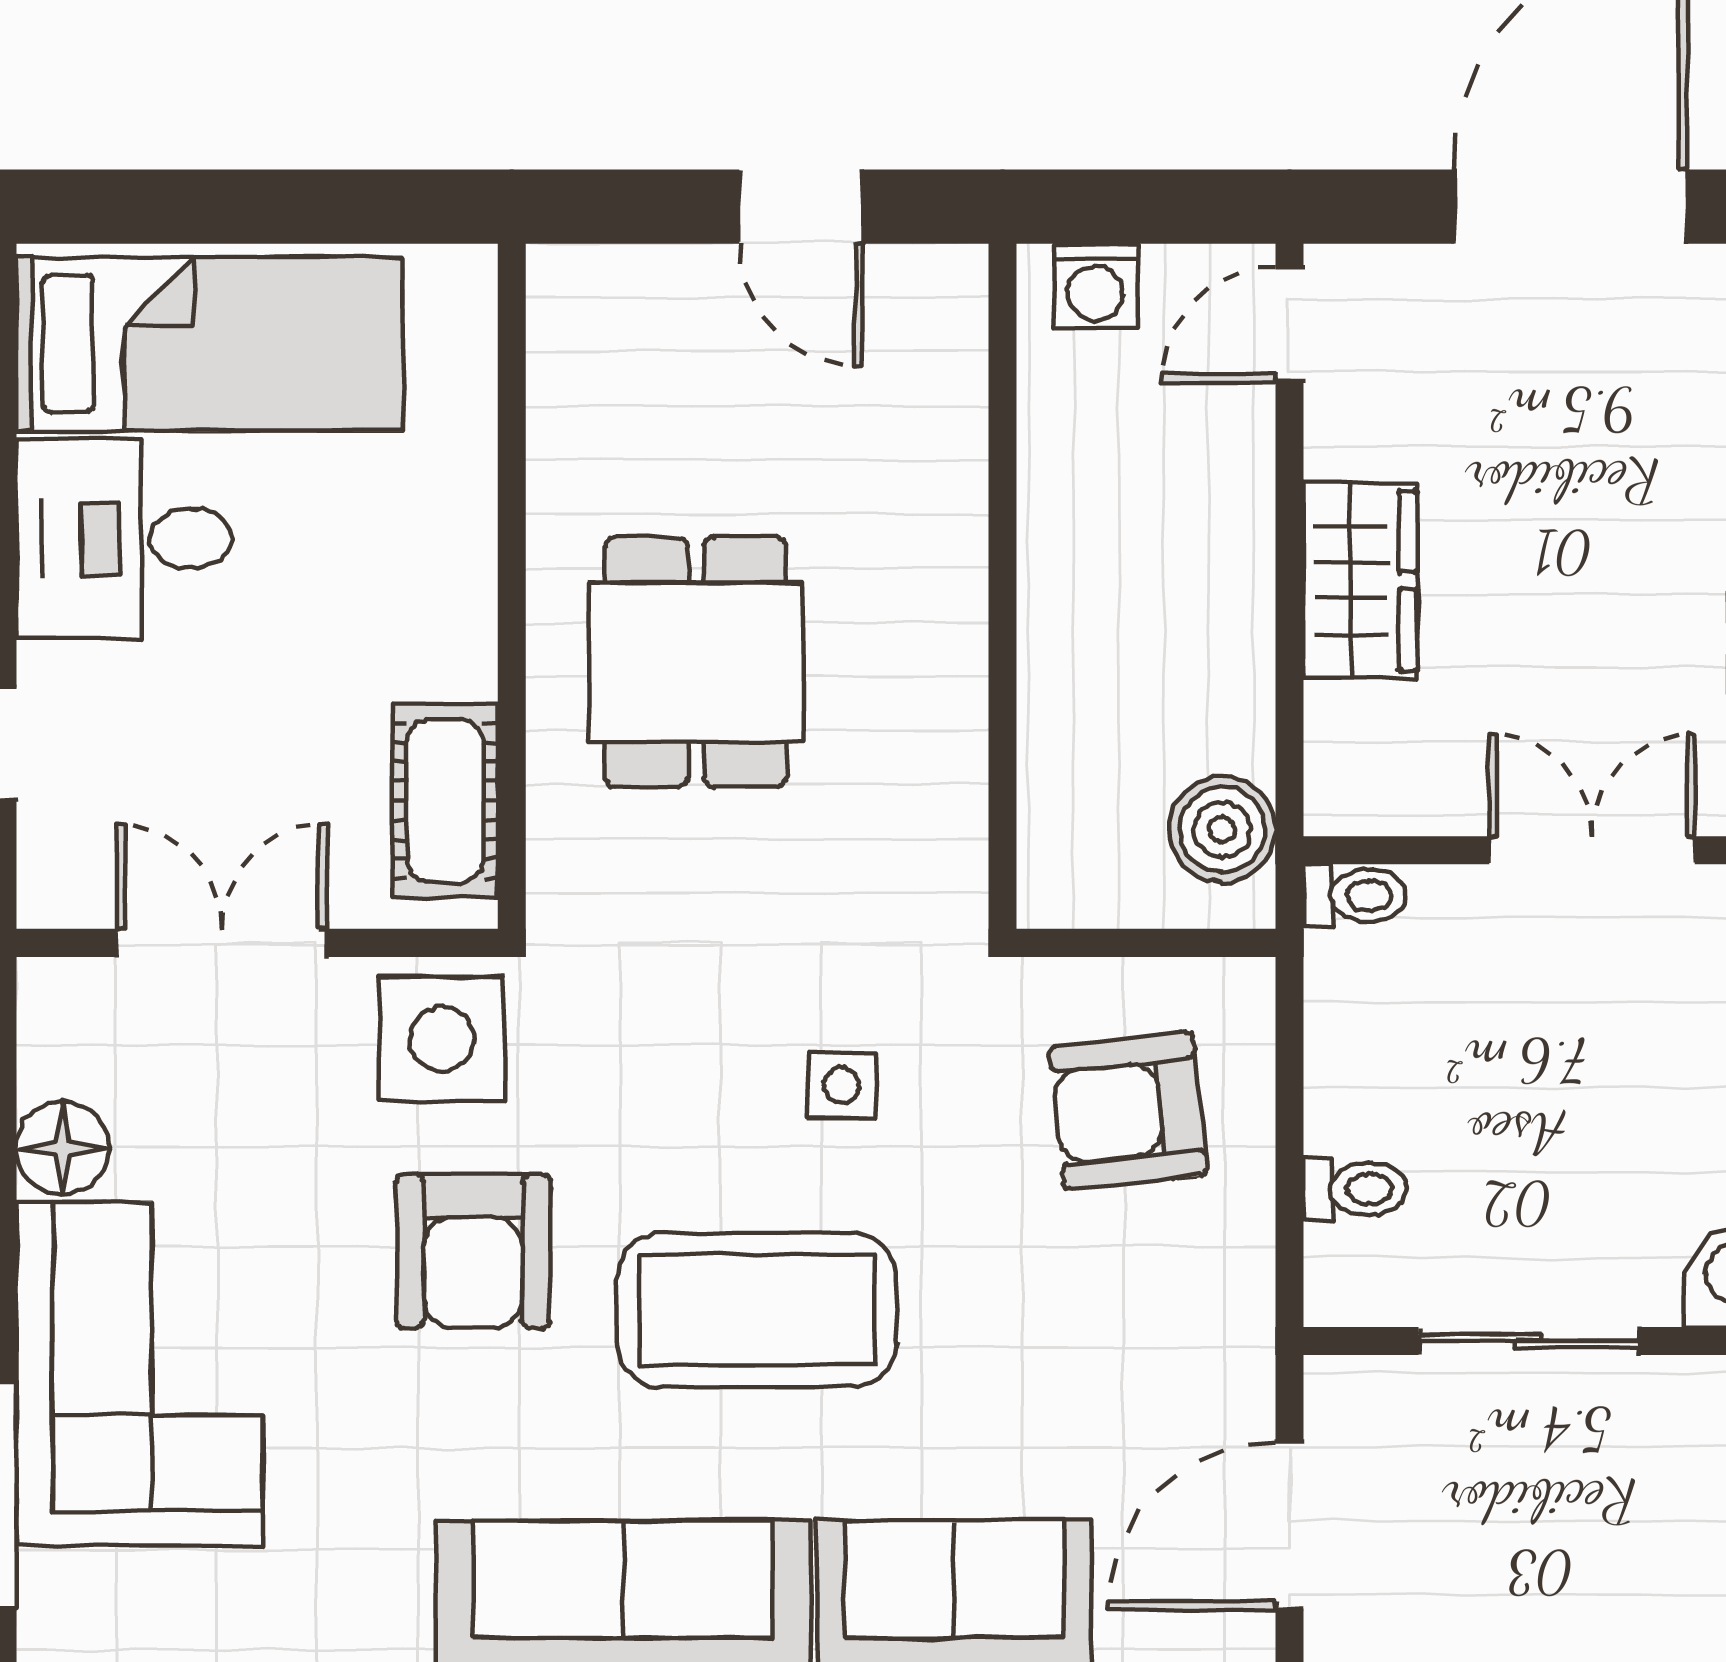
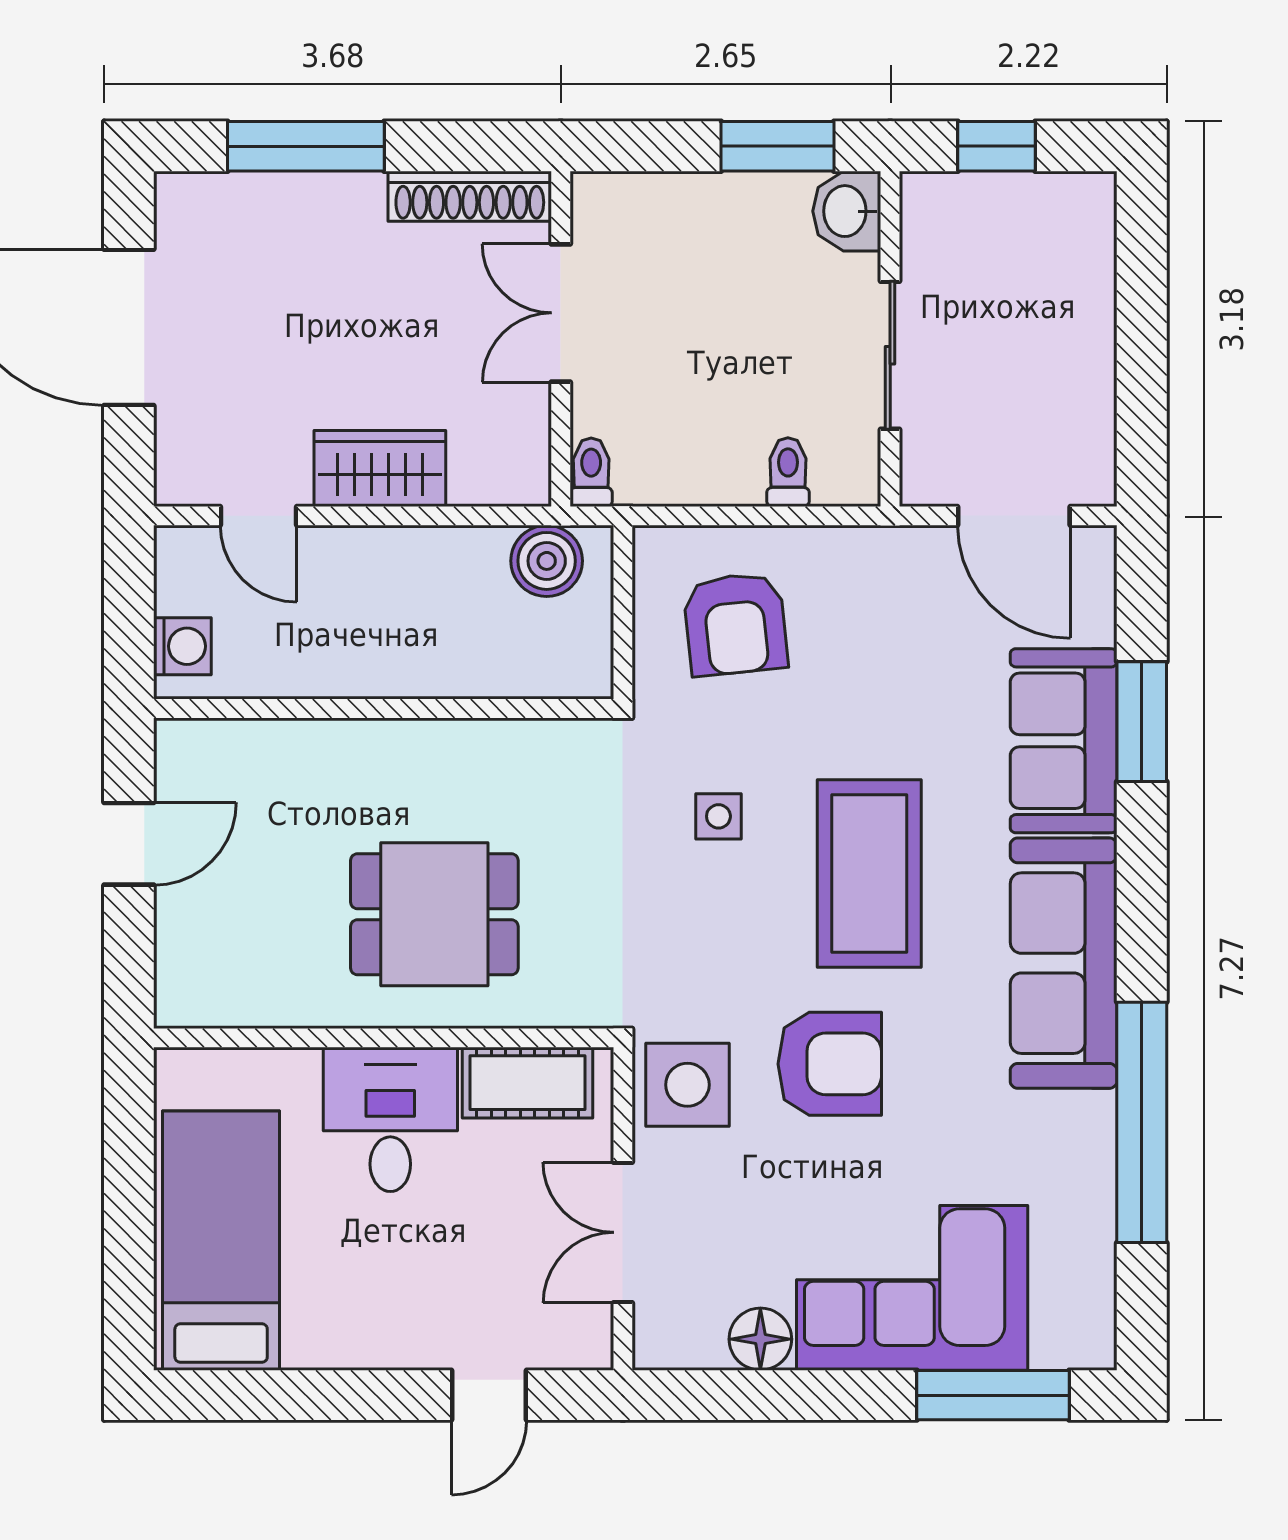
door: (1290, 325) -> (259, 516), moved
desk: (124, 538) -> (390, 1119), moved, turned 180

